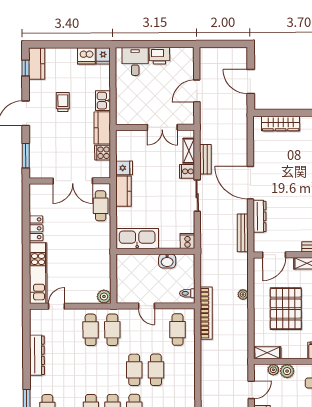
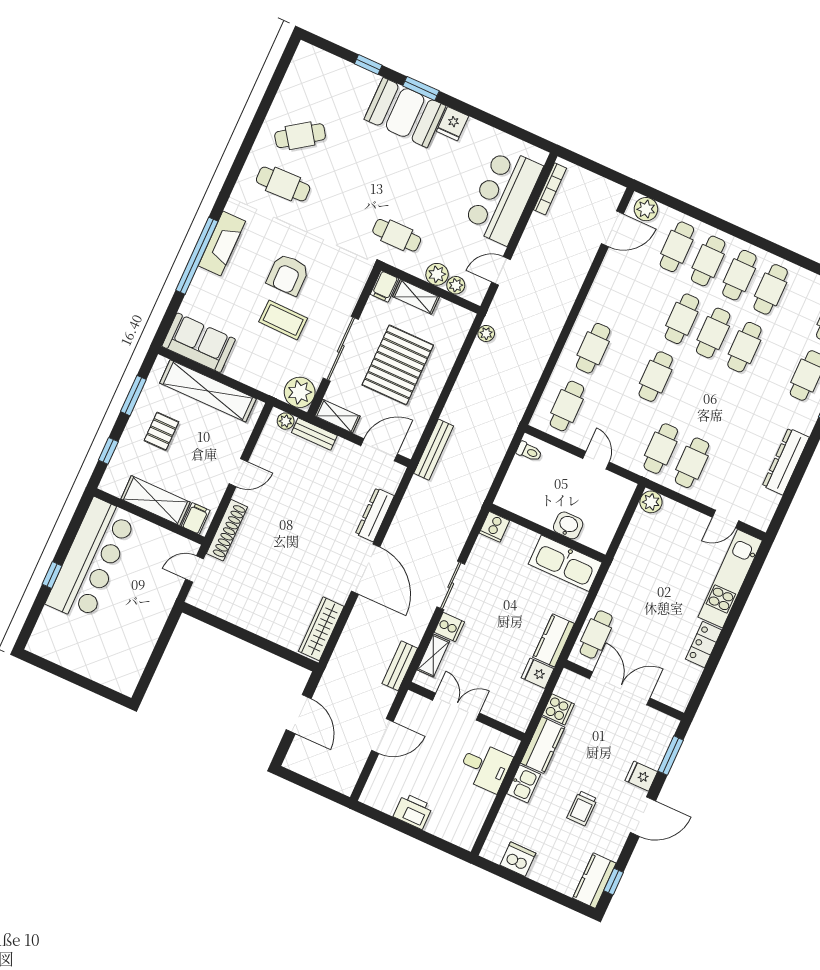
fridge: (103, 56) -> (641, 776), moved, turned -90
desk: (135, 61) -> (485, 767), moved, turned -90
wardrobe: (281, 124) -> (321, 629), moved, turned -90
bench: (205, 159) -> (400, 666), moved
bench: (243, 233) -> (434, 450), moved
washbasin: (167, 261) -> (568, 525), moved
plant: (243, 295) -> (486, 333), moved
bookcase: (206, 313) -> (515, 411), removed
shelving: (267, 353) -> (416, 297), moved
cafe table: (156, 370) -> (593, 348), moved

